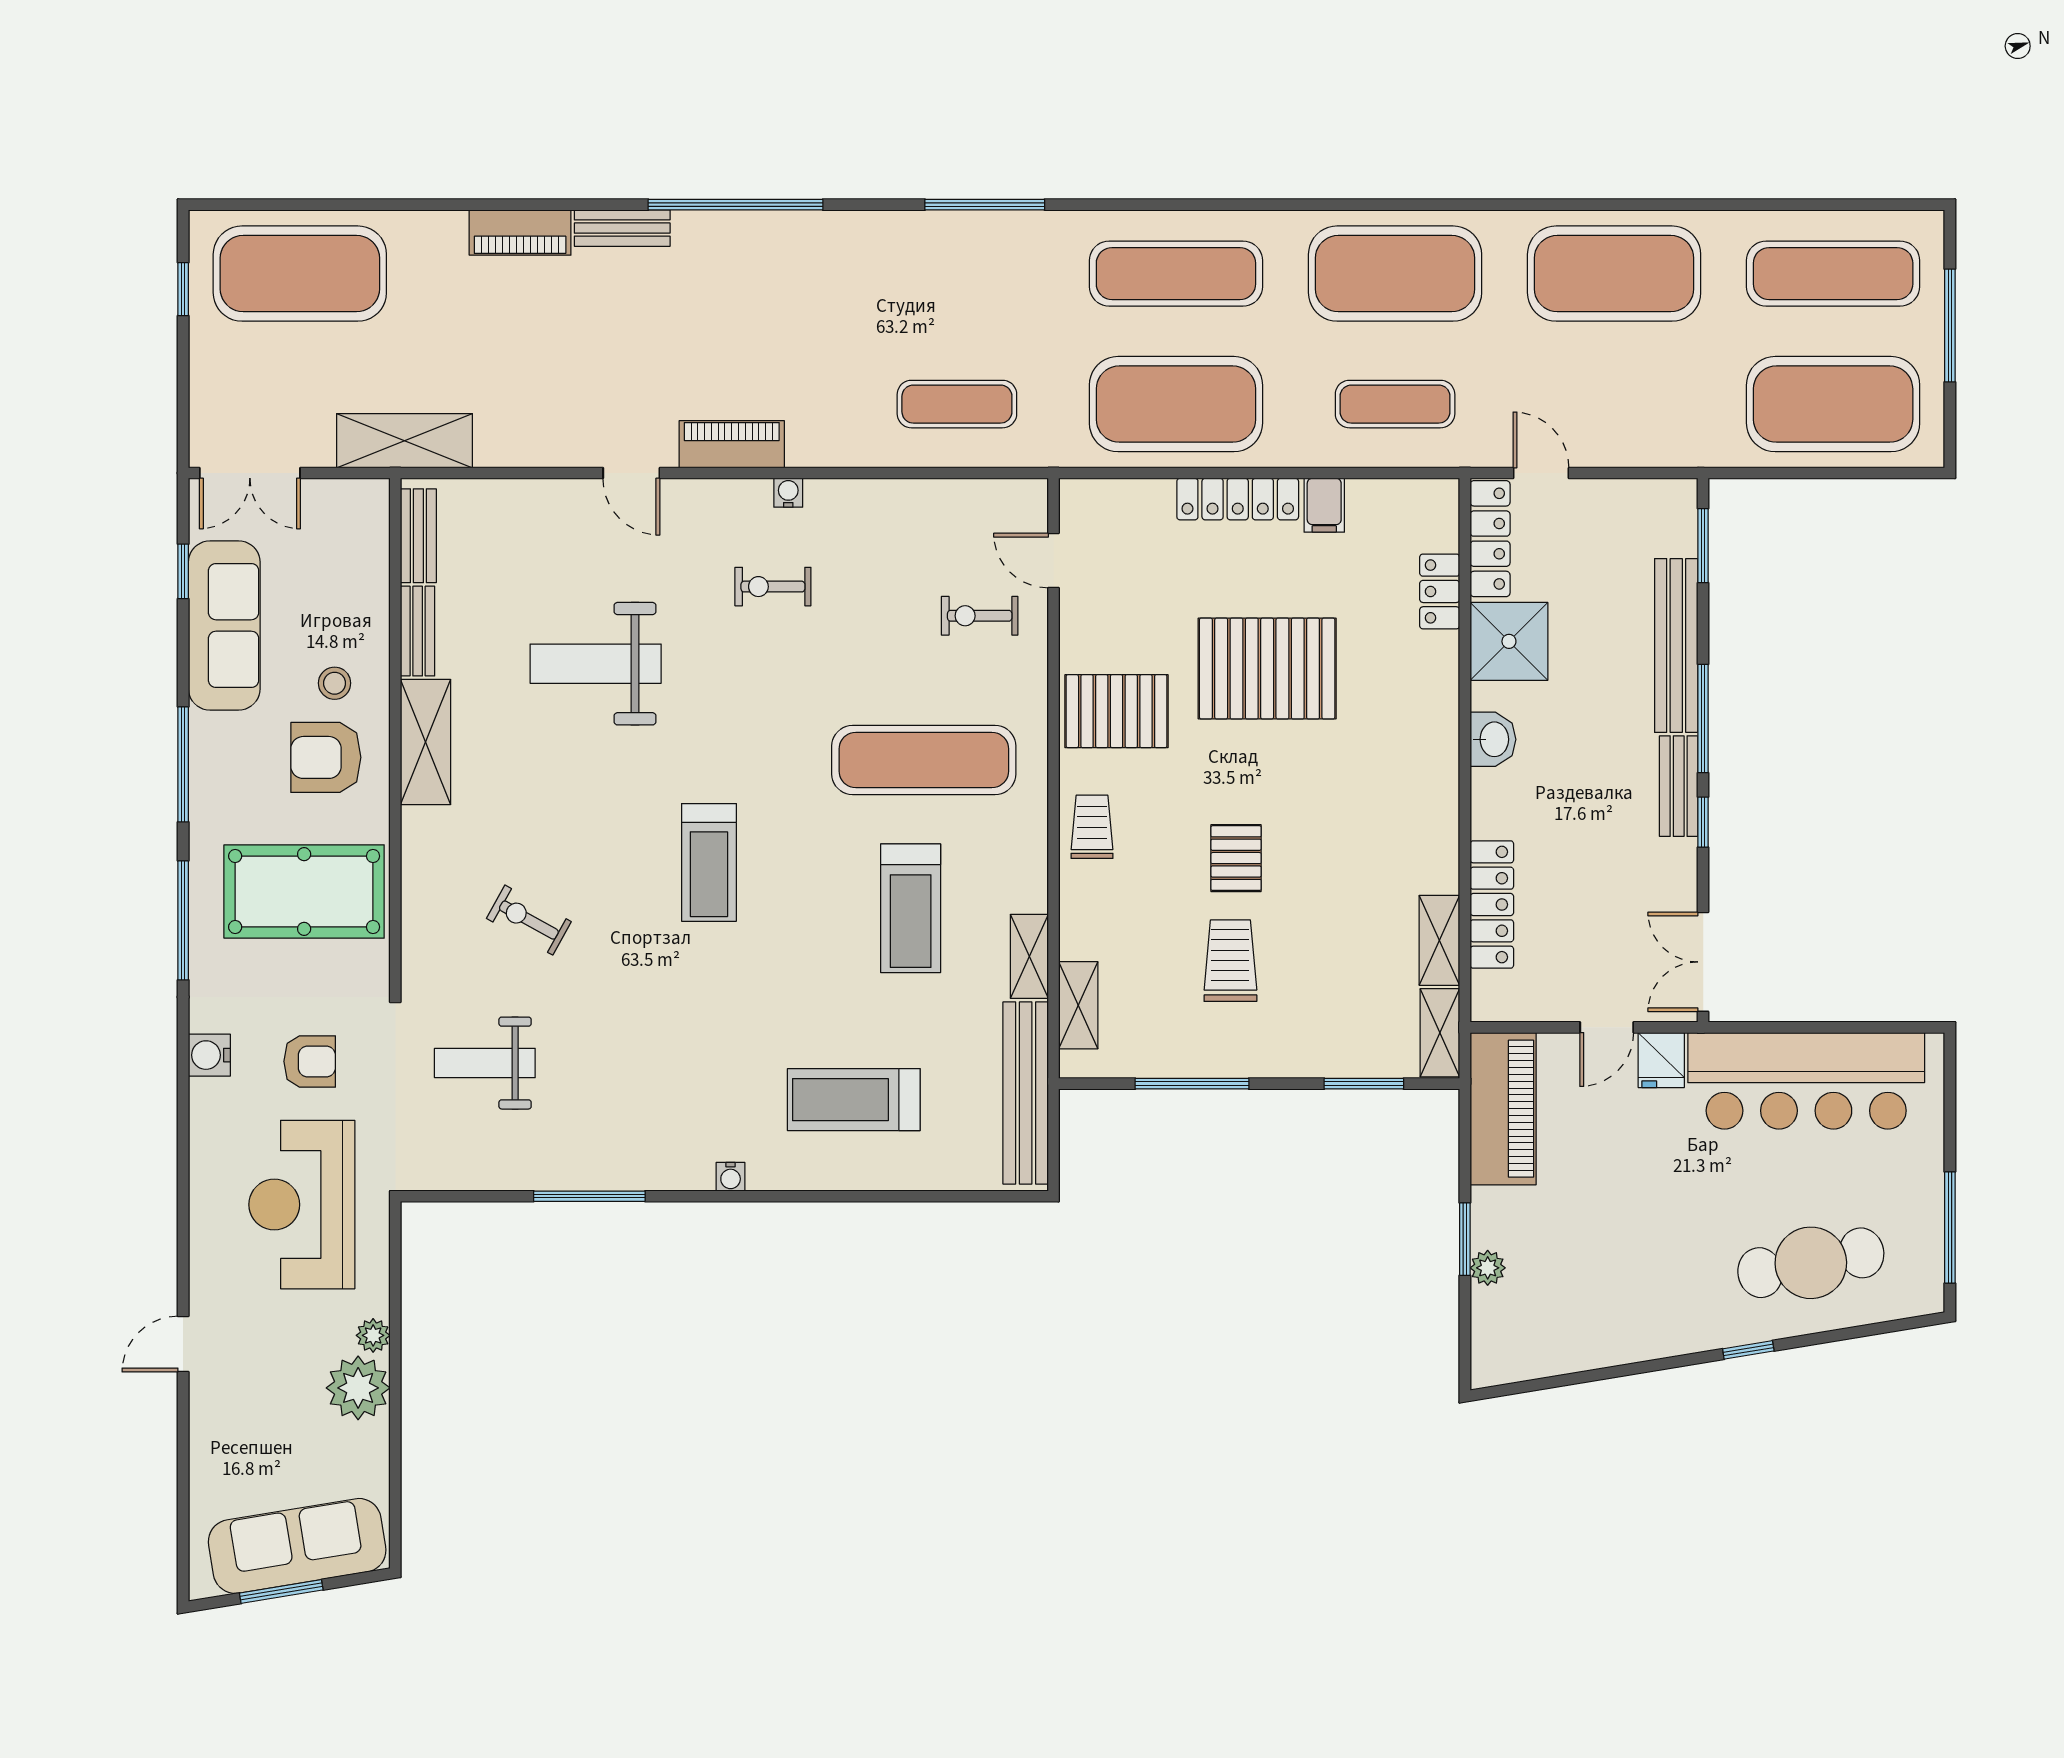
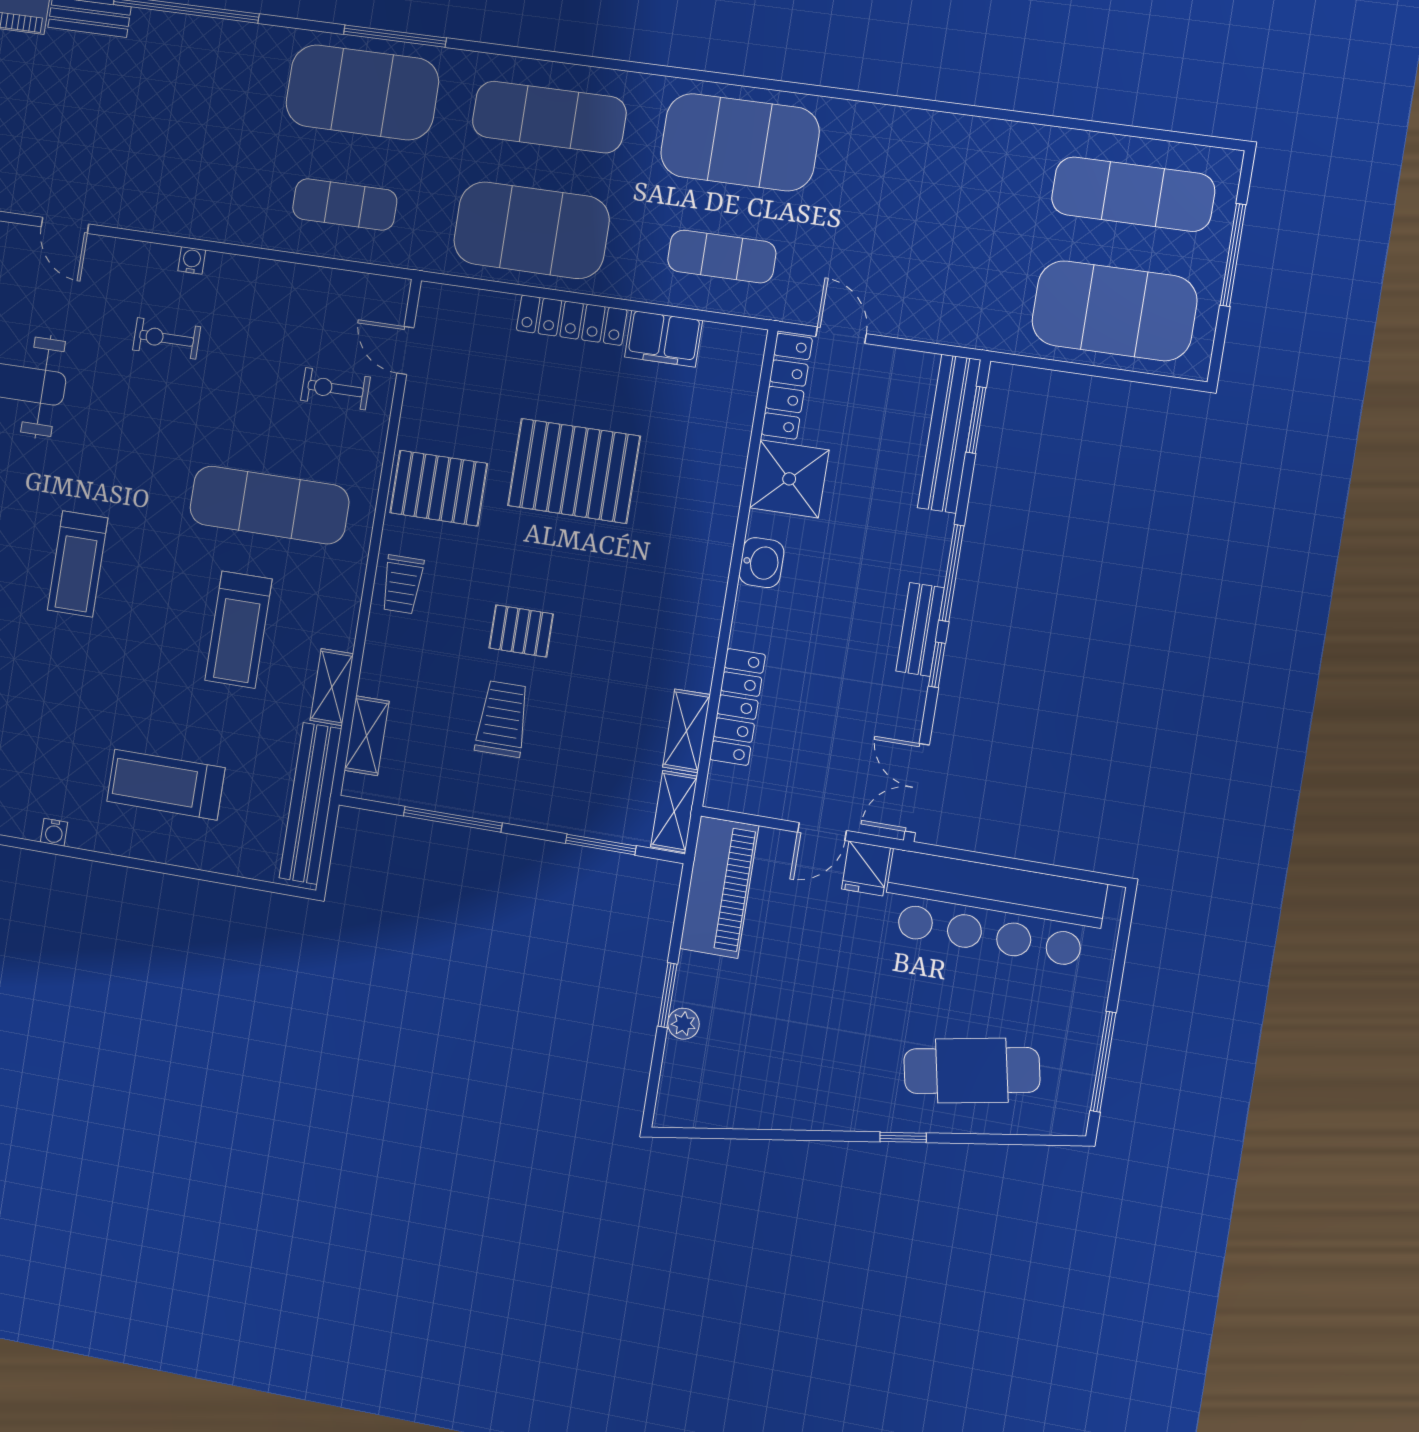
exercise mat: (1614, 274) -> (362, 92), moved
piano: (732, 444) -> (151, 213), removed
filing cabinet: (1324, 505) -> (663, 339), width x2.00
locker: (1440, 591) -> (735, 426), removed
bench: (1676, 645) -> (949, 434), moved
trolley: (1092, 827) -> (402, 584), turned 180
pallet: (1236, 858) -> (521, 631), turned 90

